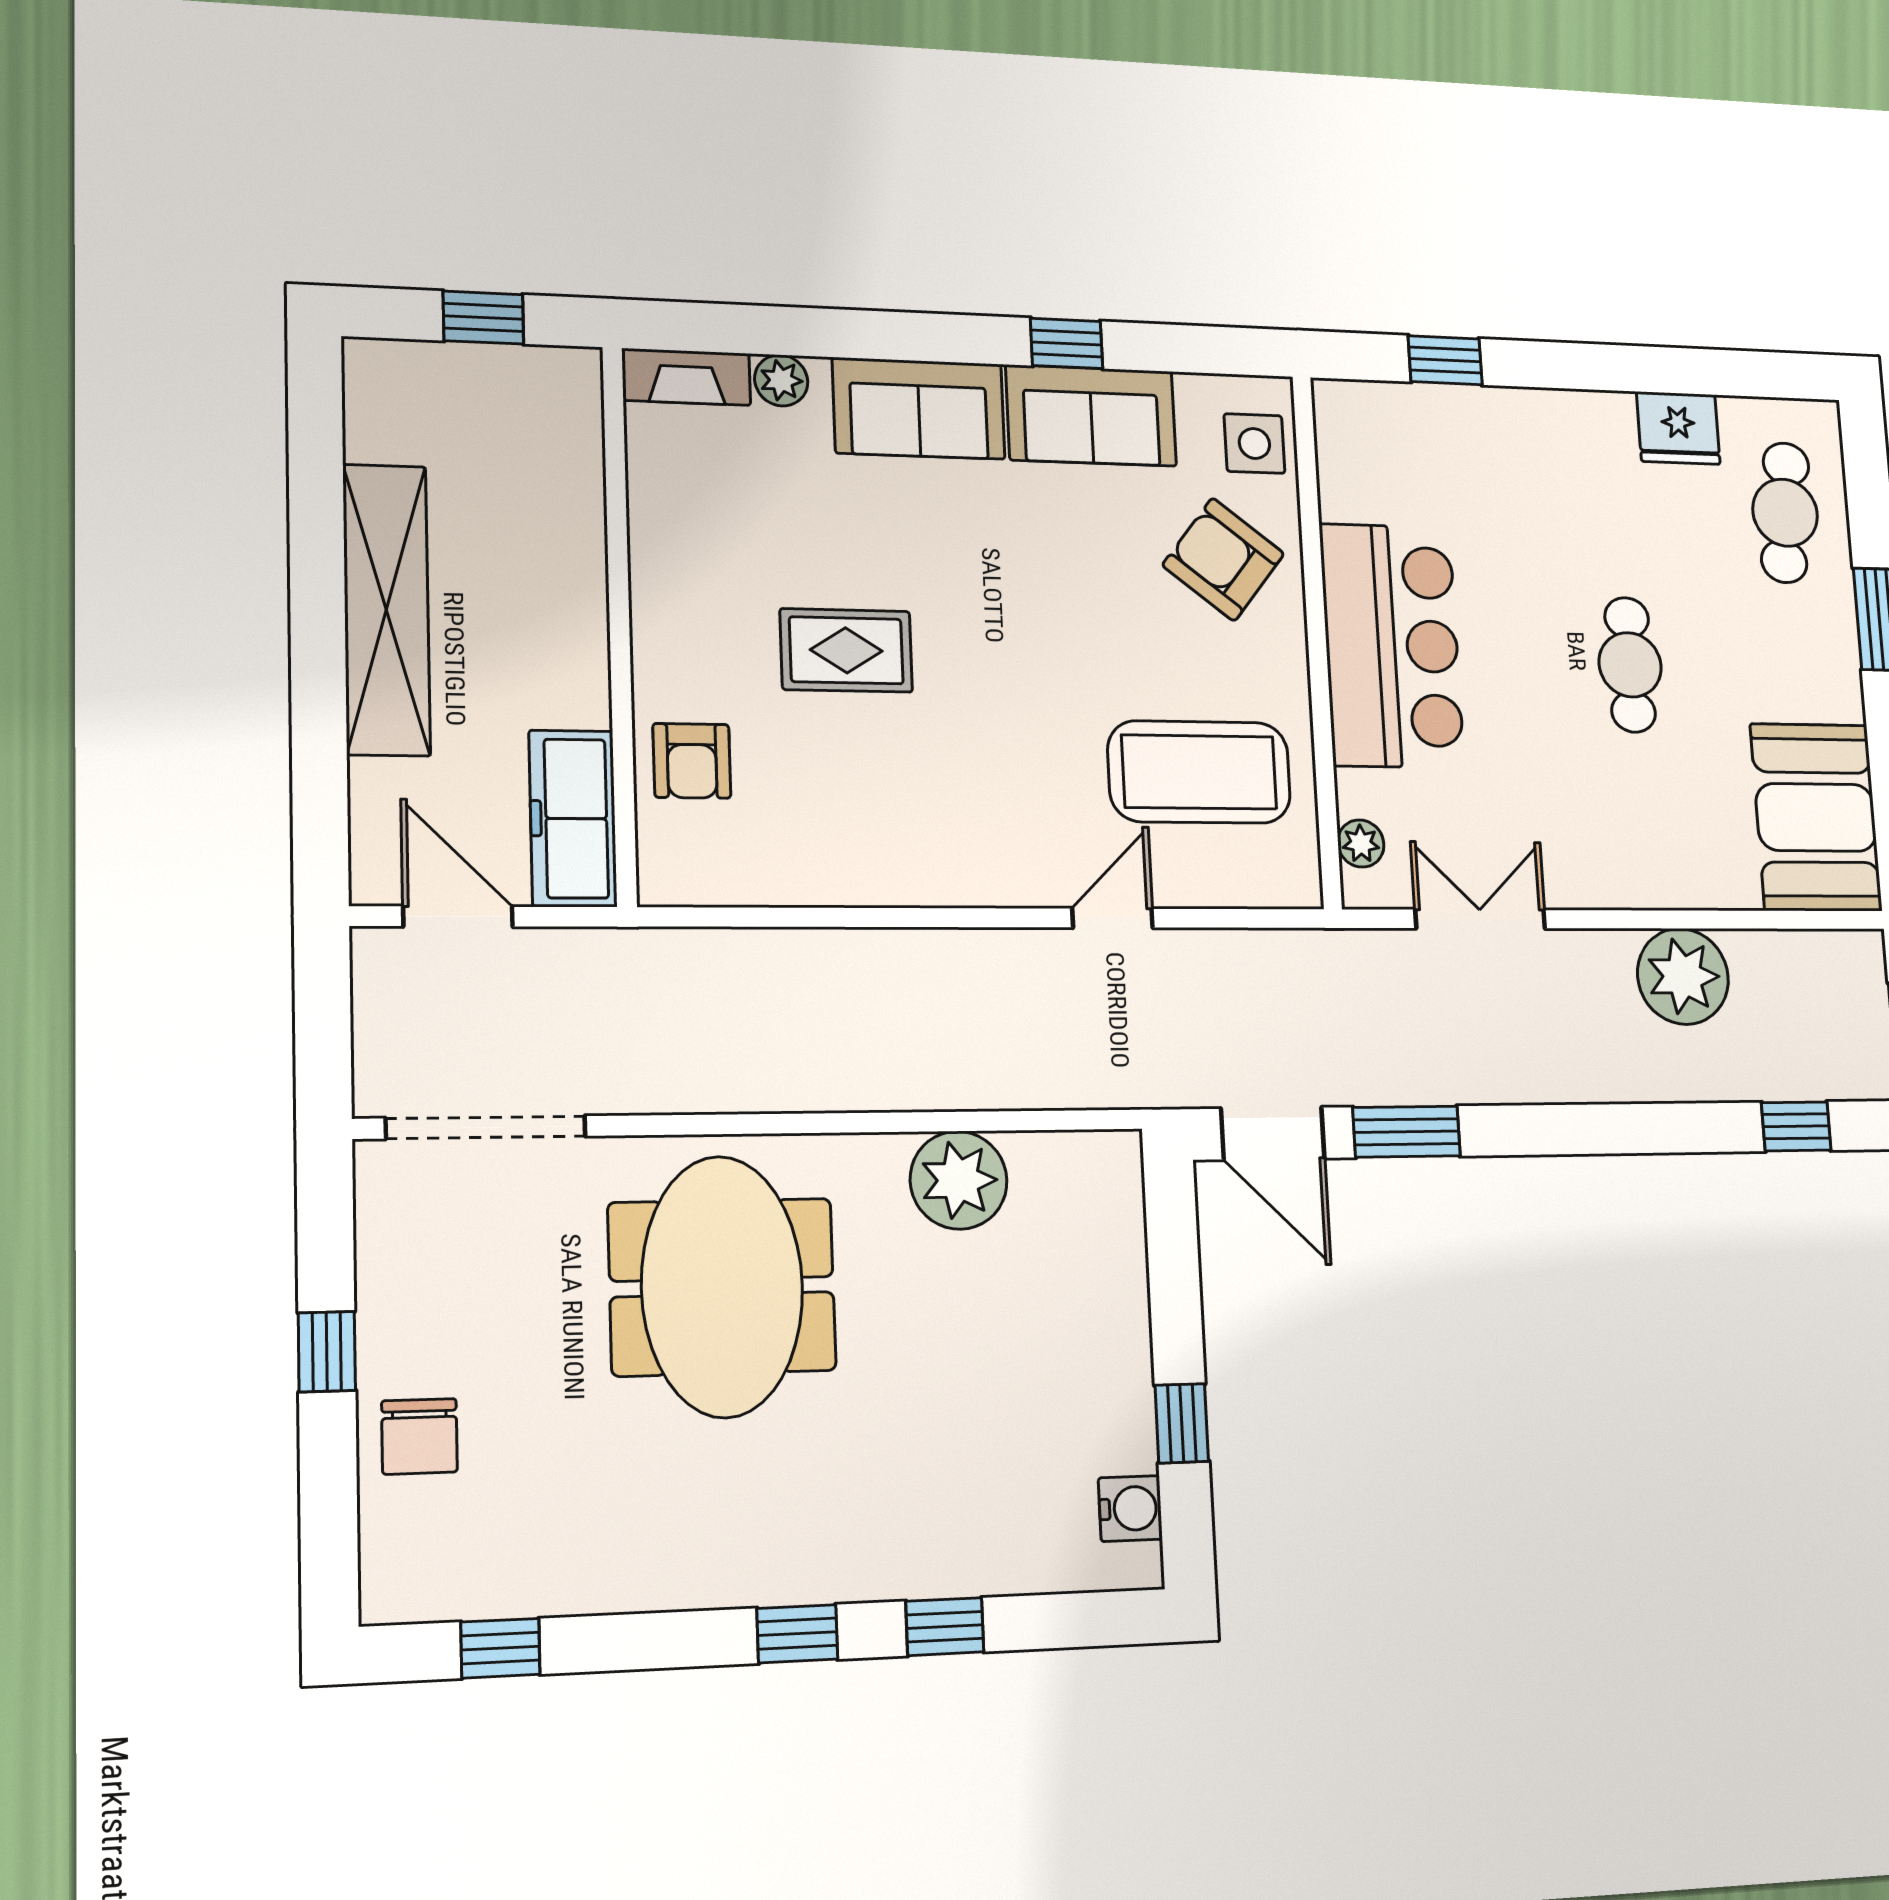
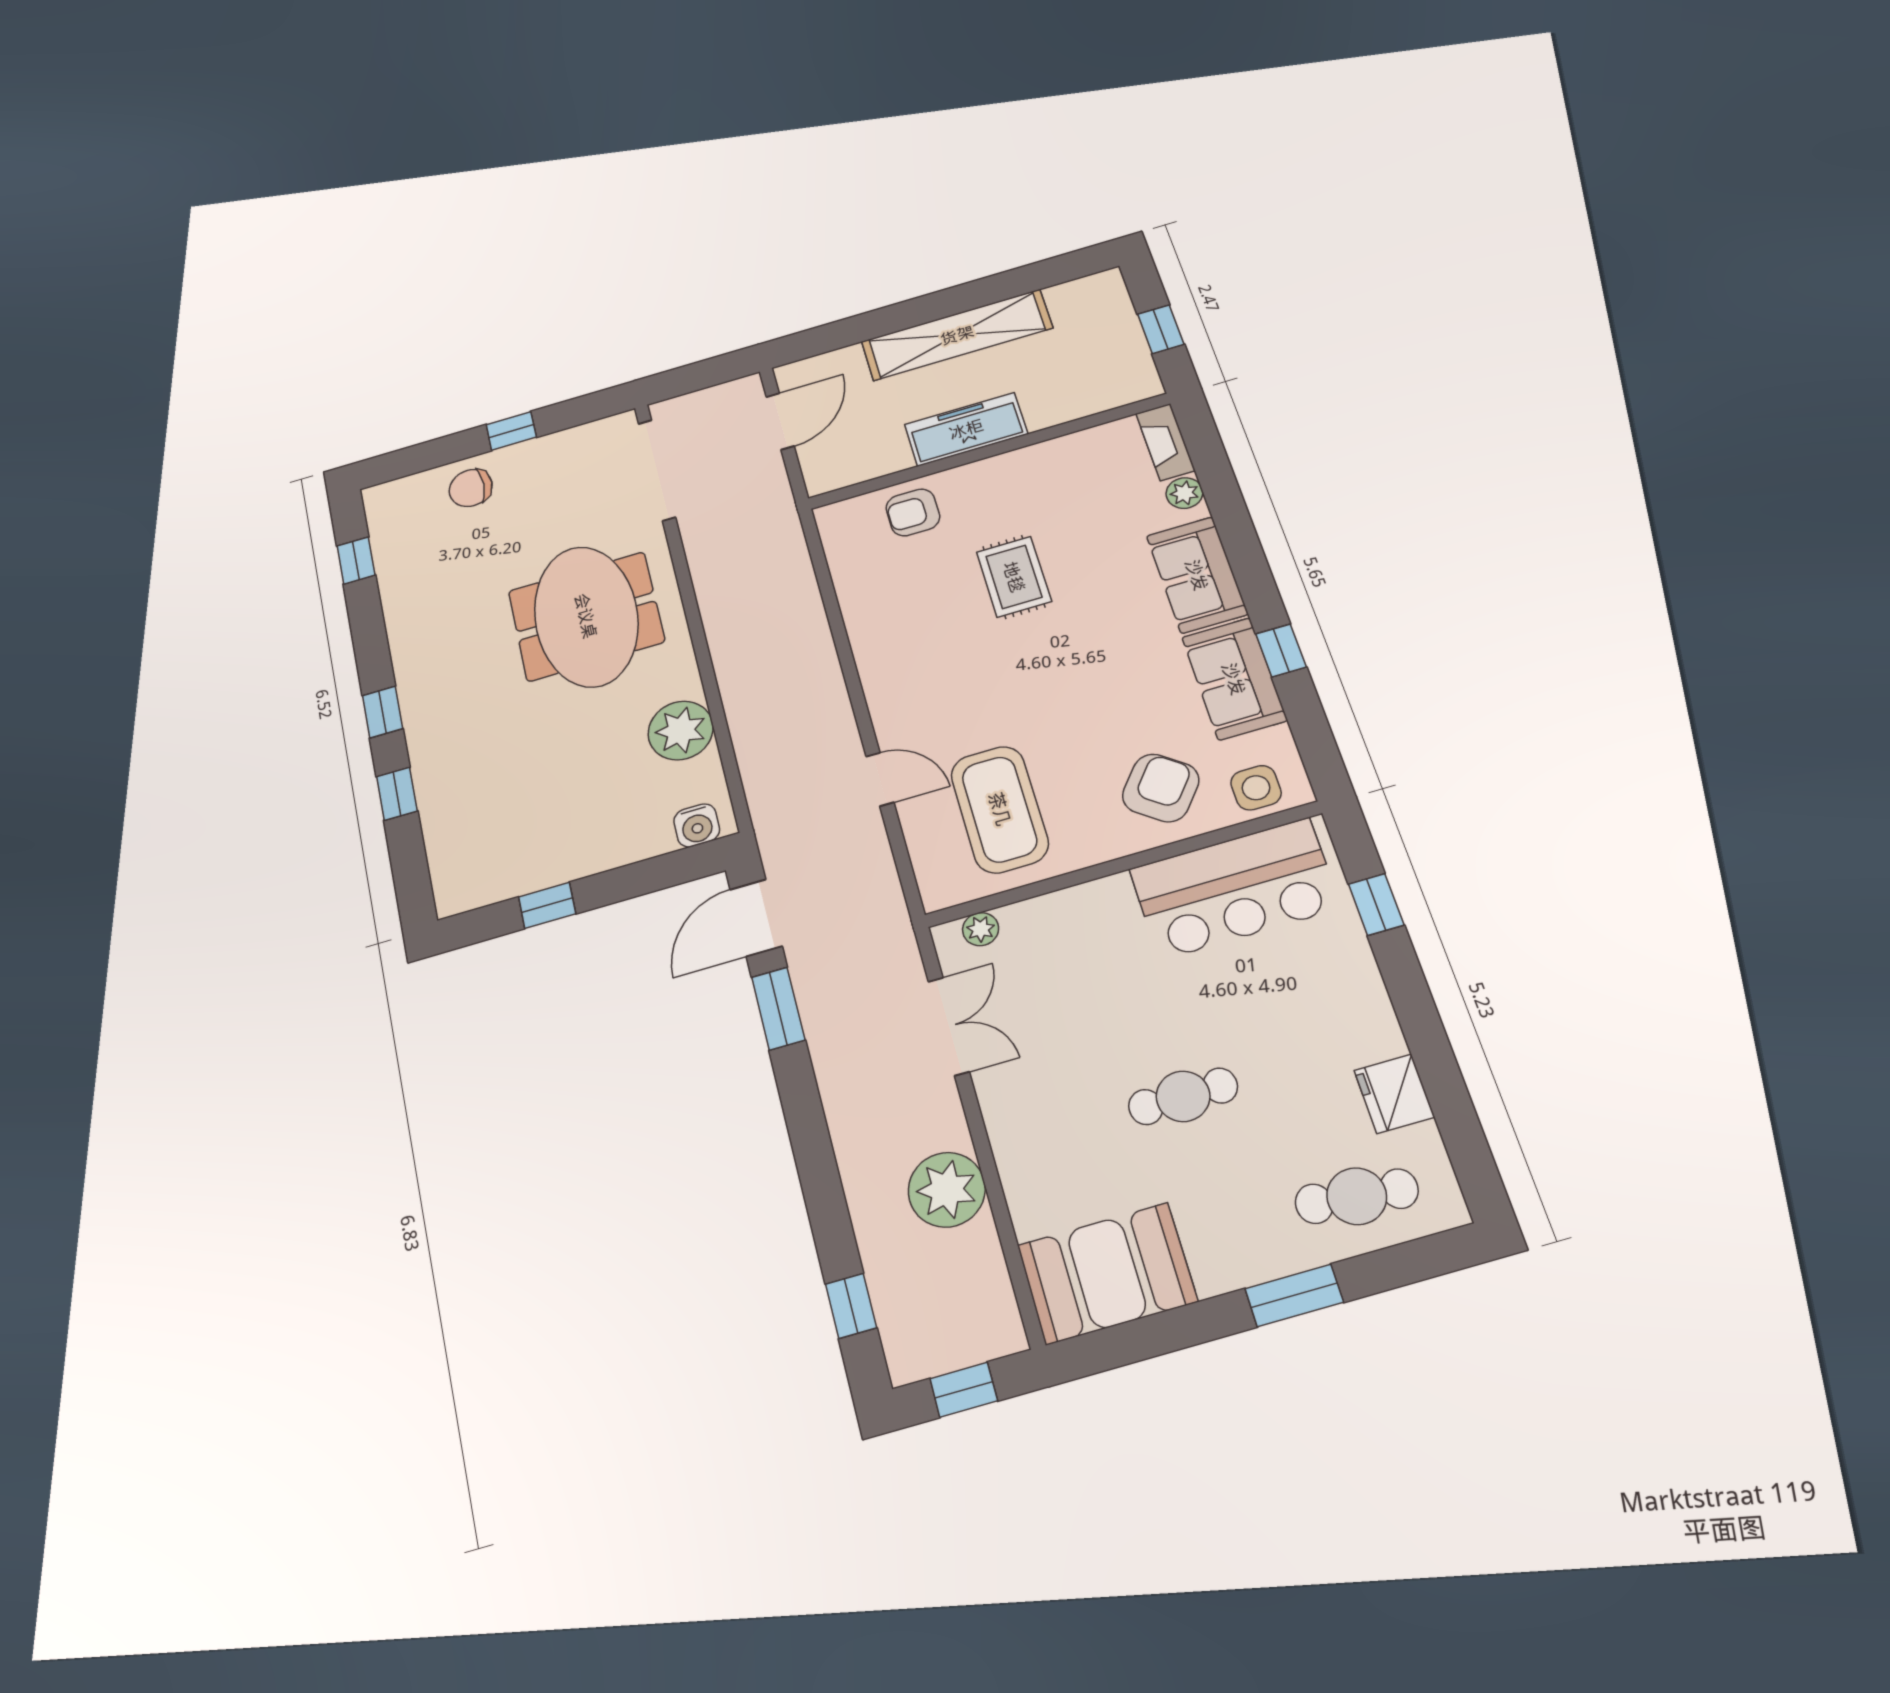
bar counter: (1392, 646) -> (1235, 889), moved
freezer: (573, 818) -> (966, 429), moved
meeting table: (722, 1287) -> (586, 616), turned 90
water cooler: (1130, 1509) -> (697, 825), moved

